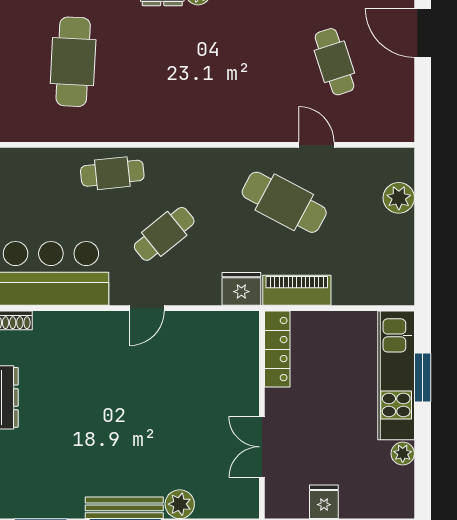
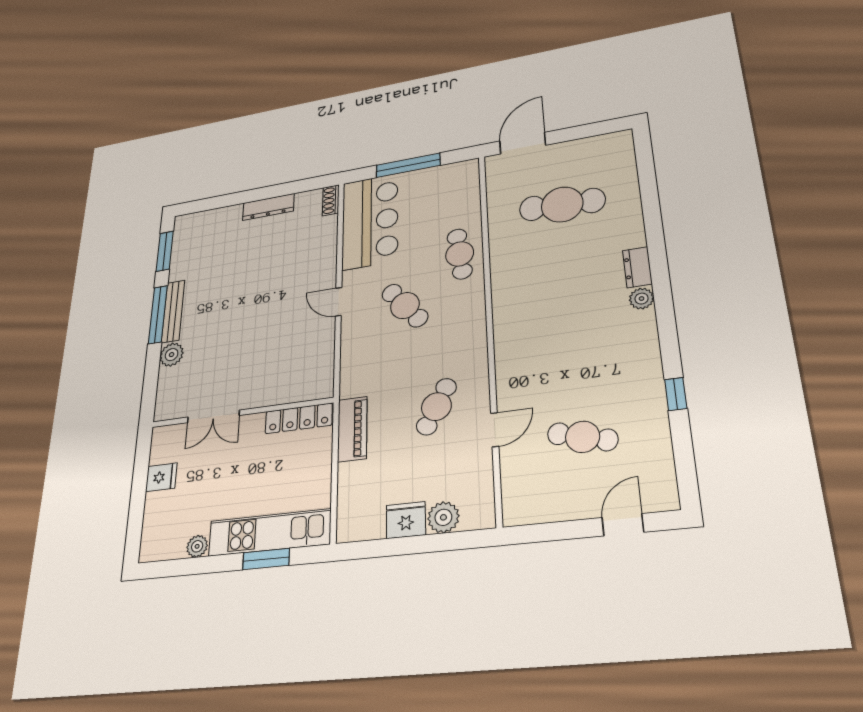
door: (423, 33) -> (623, 525), width x0.73
cafe table: (334, 62) -> (583, 437), turned 33
cafe table: (284, 202) -> (436, 407), width x0.73, depth x0.74
fridge: (241, 289) -> (406, 520), moved, turned -90
double door: (262, 447) -> (213, 416), swing flipped

